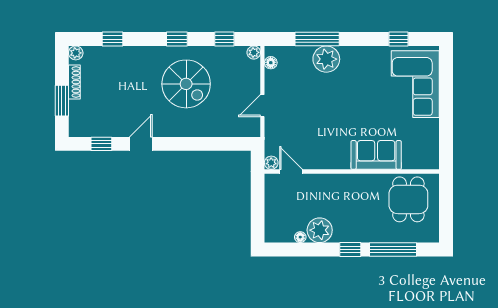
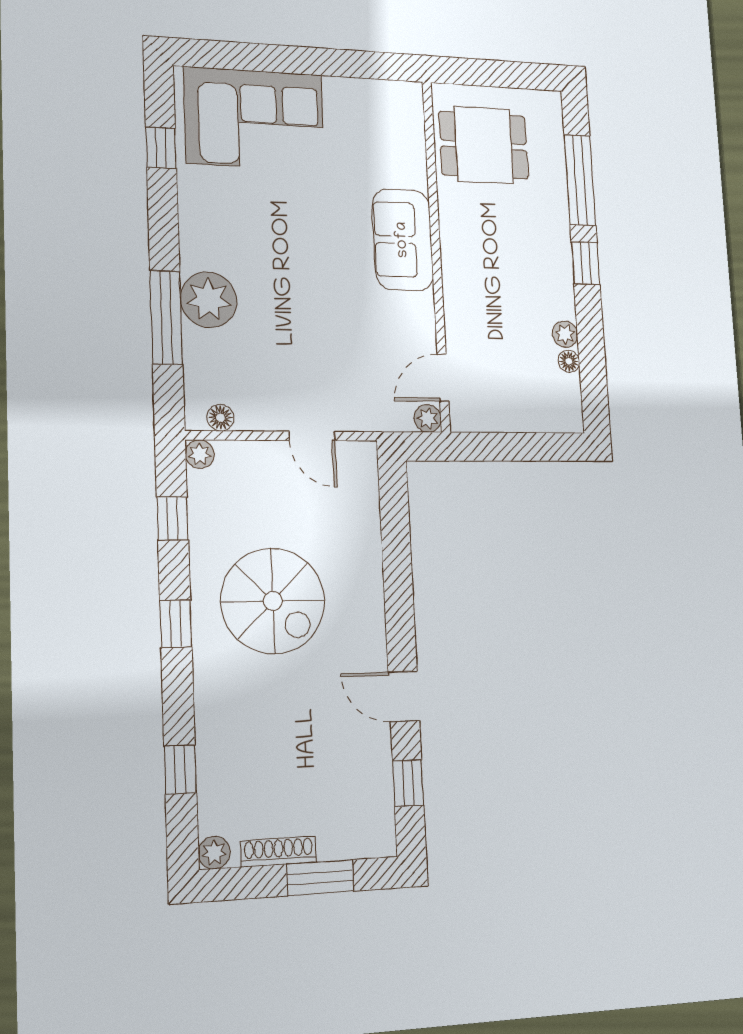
spiral stairs: (186, 84) -> (273, 601), turned 90
sofa: (376, 155) -> (403, 240), moved
plant: (320, 230) -> (565, 334), width x0.53, depth x0.53

